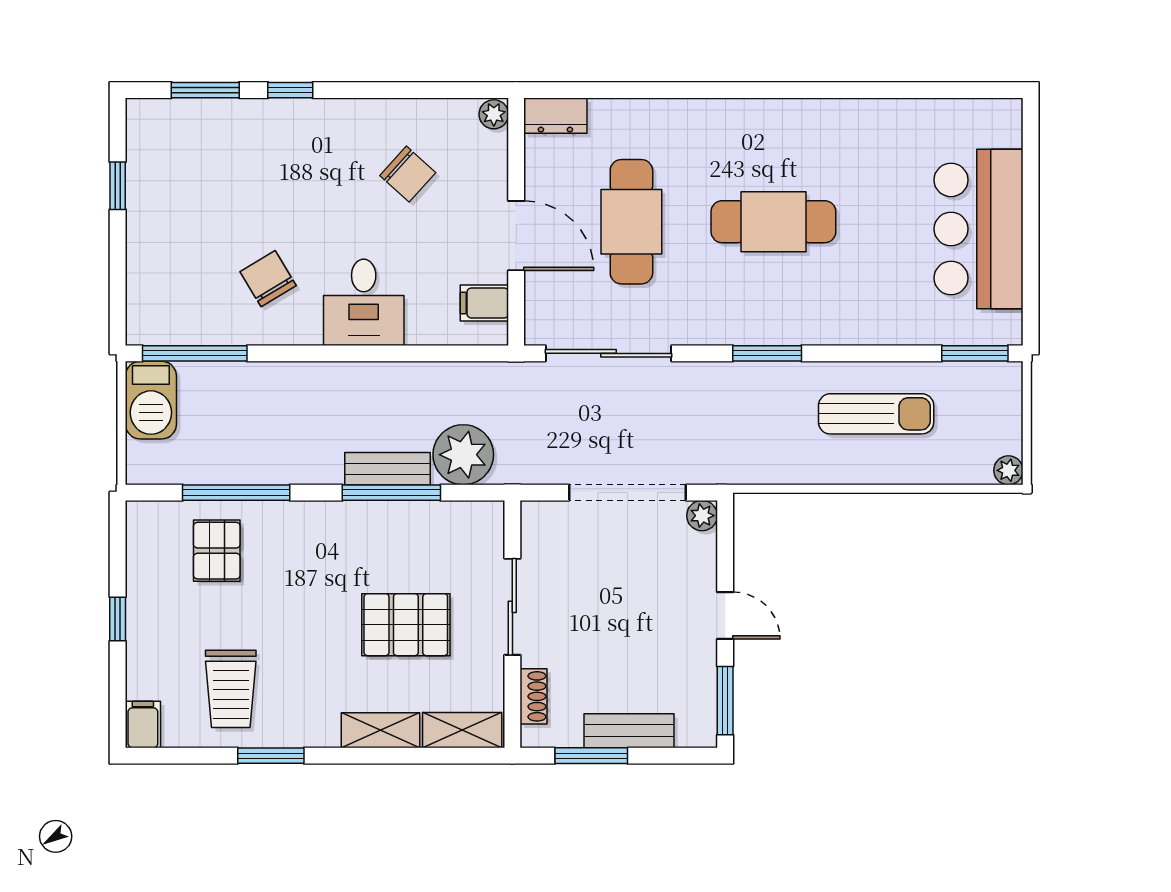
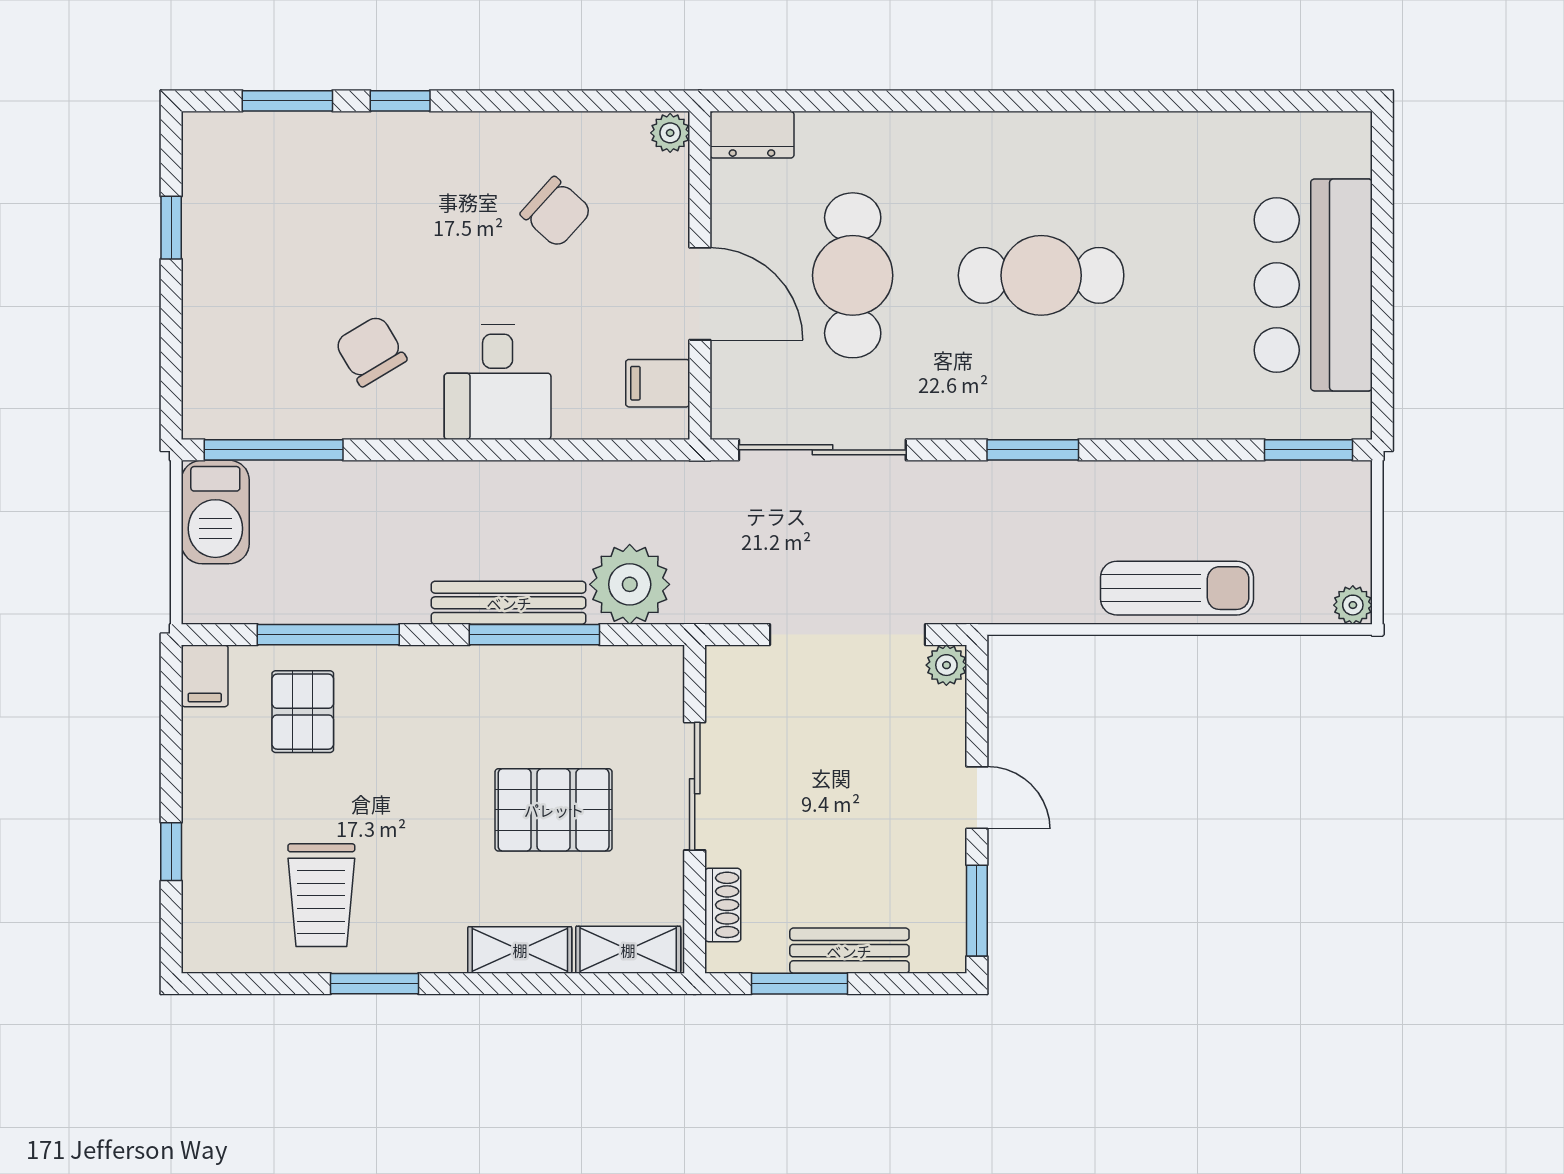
sun lounger: (876, 414) -> (1177, 588), moved
bench: (387, 469) -> (509, 603), width x1.36
window: (118, 619) -> (171, 852), moved
filing cabinet: (143, 725) -> (205, 676), moved, turned 180

